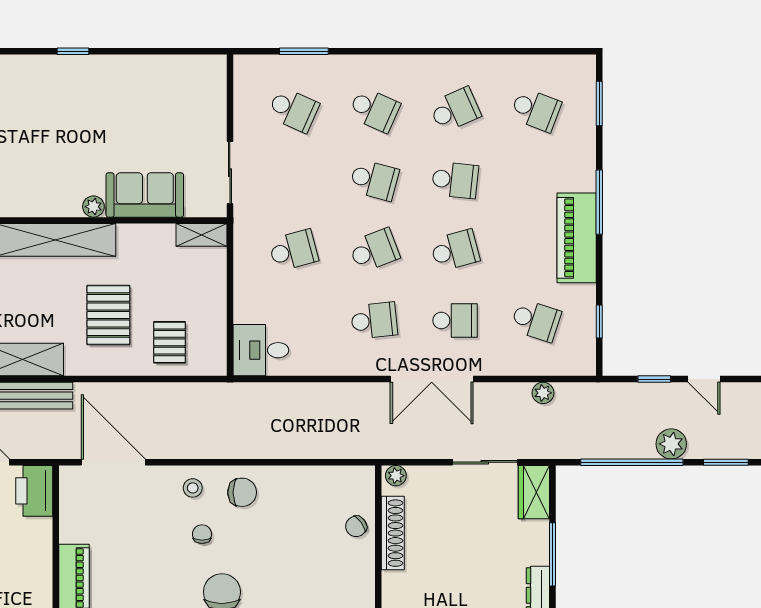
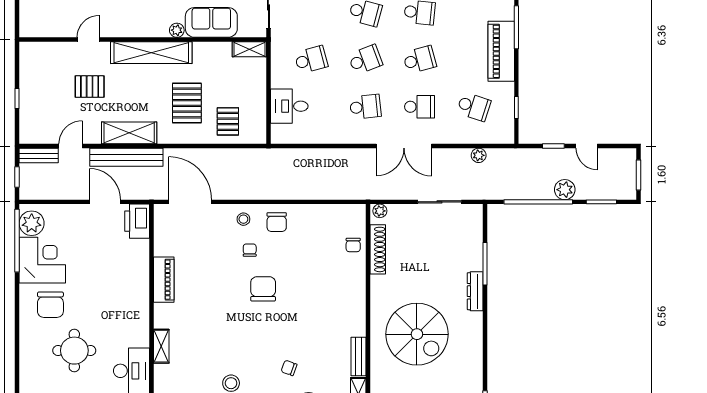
desk: (261, 350) -> (289, 106), moved
chair: (242, 492) -> (277, 222), turned 90
wardrobe: (534, 492) -> (472, 222), removed
chair: (356, 526) -> (353, 245), turned -54

